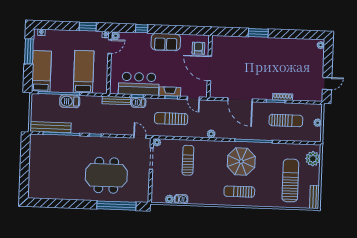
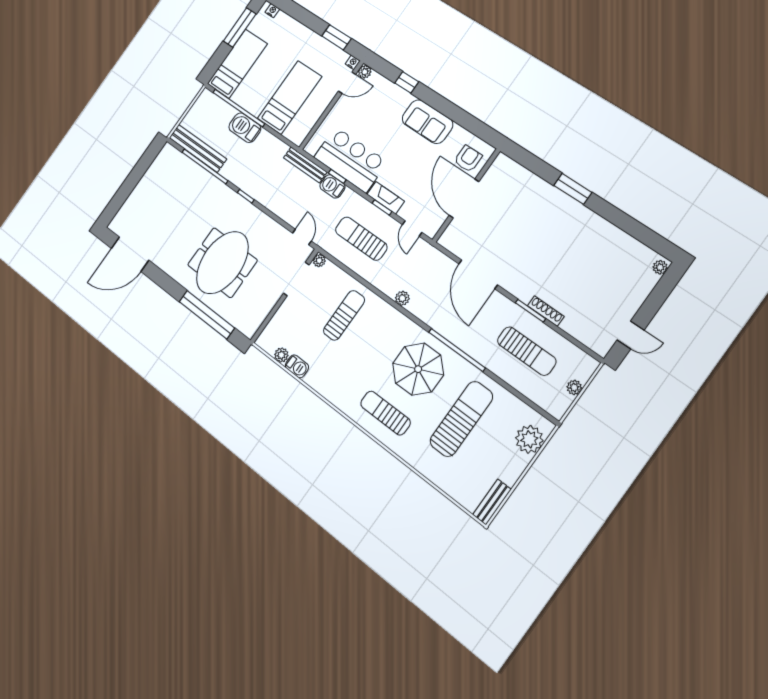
meeting table: (106, 175) -> (222, 263), turned 90
sun lounger: (290, 180) -> (461, 419), moved
door: (52, 203) -> (130, 254), added

